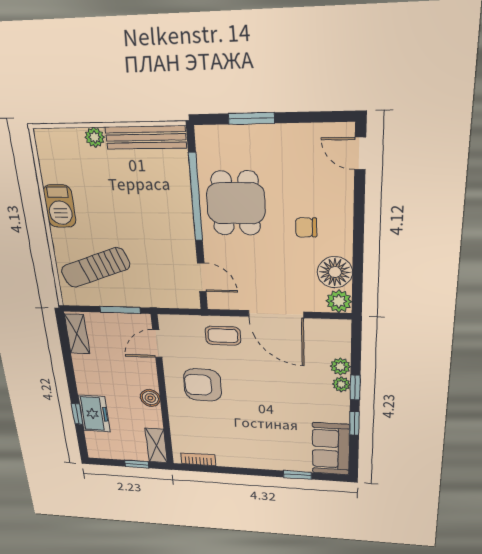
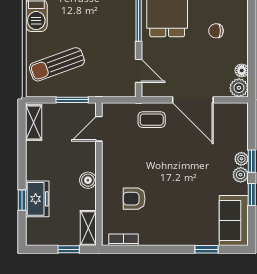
floor lamp: (335, 272) -> (242, 70), width x0.53, depth x0.53
plant: (340, 366) -> (241, 175), moved
armchair: (203, 385) -> (134, 199), moved, width x0.72, depth x0.72

